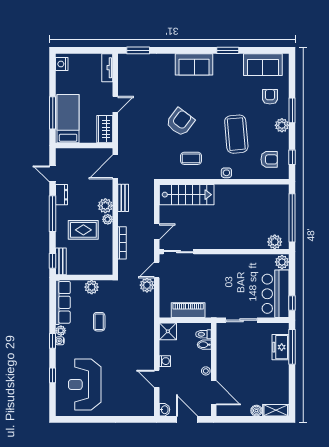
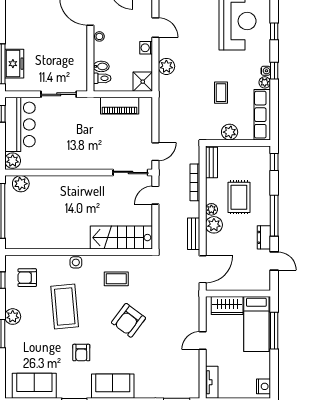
armchair: (270, 97) -> (81, 353), moved
wardrobe: (105, 129) -> (227, 306), moved, turned 90
rug: (83, 230) -> (239, 197), turned 90
bench: (61, 261) -> (211, 163), moved
plant: (147, 285) -> (166, 66), moved

